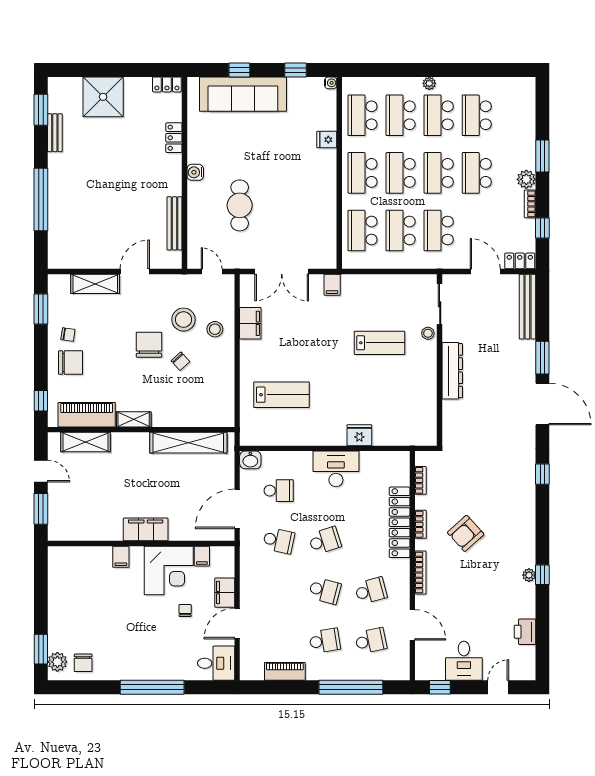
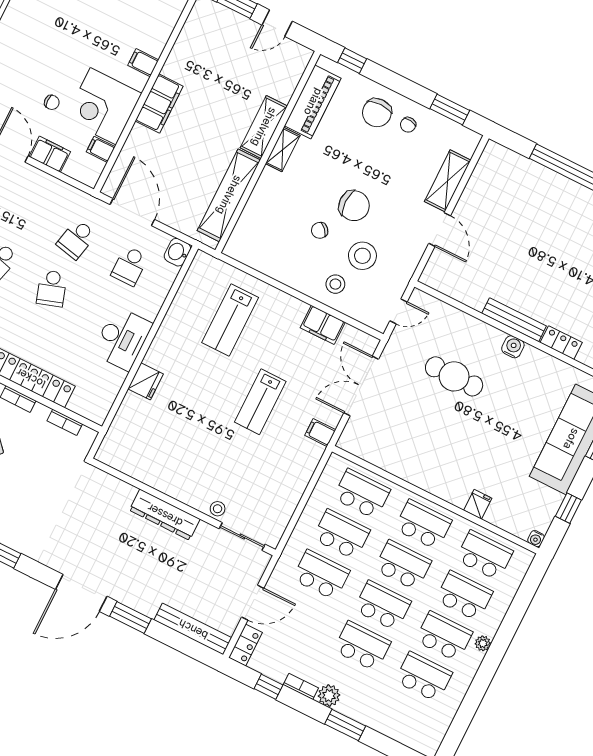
bench: (174, 223) -> (514, 320), moved
lab bench: (379, 343) -> (260, 402), moved
shelving: (85, 442) -> (264, 127), moved

